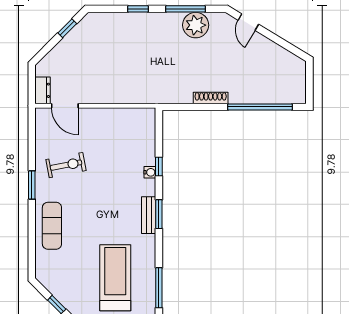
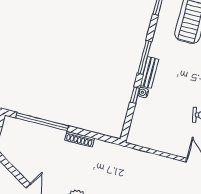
window: (159, 214) -> (145, 57), width x1.44
bench: (149, 215) -> (149, 72), moved

